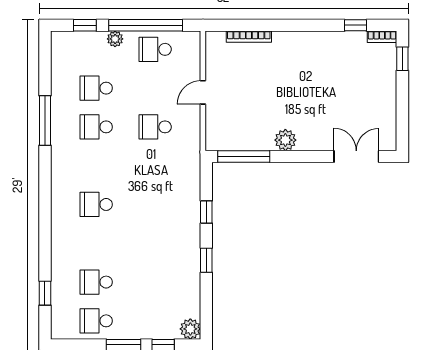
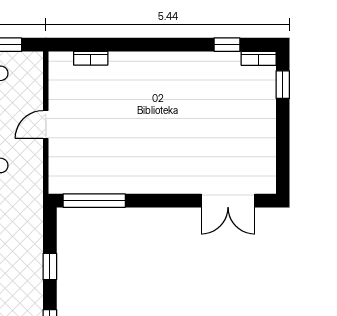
bookcase: (249, 37) -> (91, 58), width x0.64
plant: (285, 140) -> (144, 181), removed
double door: (356, 156) -> (228, 201), swing flipped

